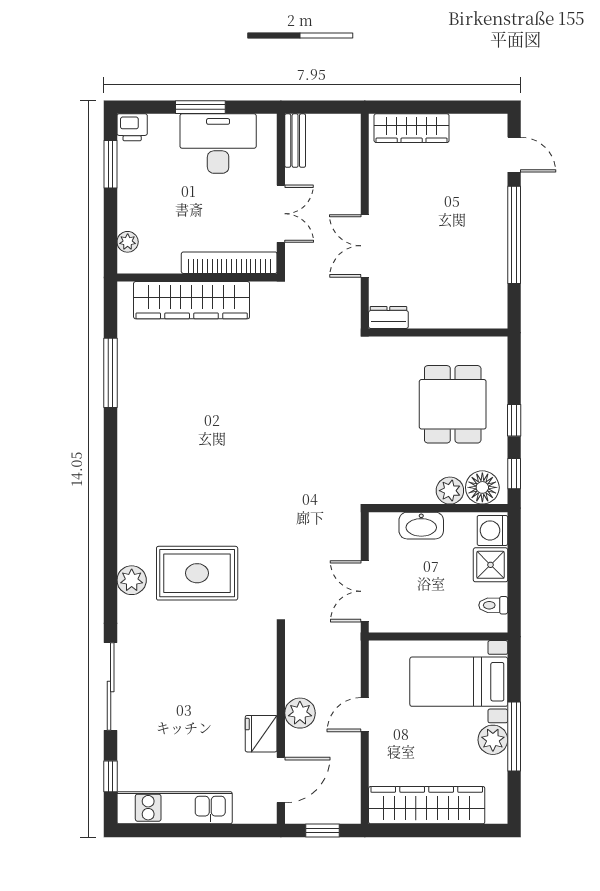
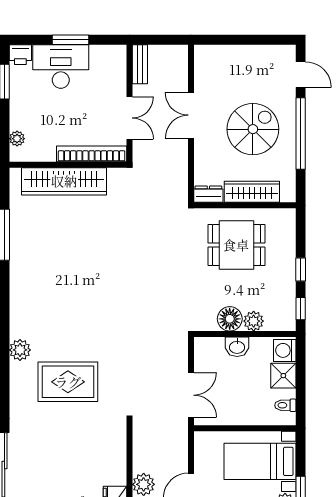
wardrobe: (412, 128) -> (252, 192), moved, turned 180
desk: (218, 144) -> (61, 66), moved
spiral stairs: (449, 229) -> (253, 129), added
double door: (365, 246) -> (191, 115), moved
dining table: (453, 404) -> (236, 245), moved, turned 90
floor lamp: (482, 487) -> (230, 319), moved
washbasin: (421, 526) -> (237, 347), width x0.72
plant: (132, 580) -> (20, 350), moved
double door: (365, 591) -> (191, 395), swing flipped

